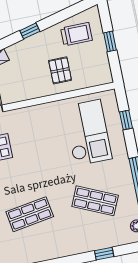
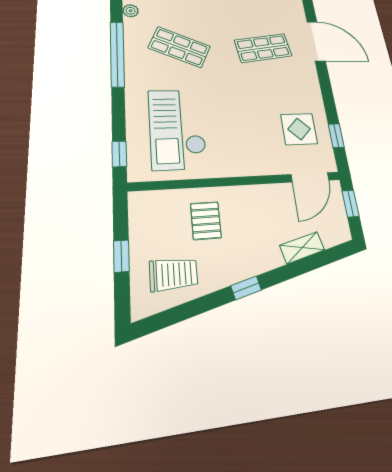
trolley: (76, 34) -> (174, 274), turned 180
window: (126, 120) -> (119, 154), moved

